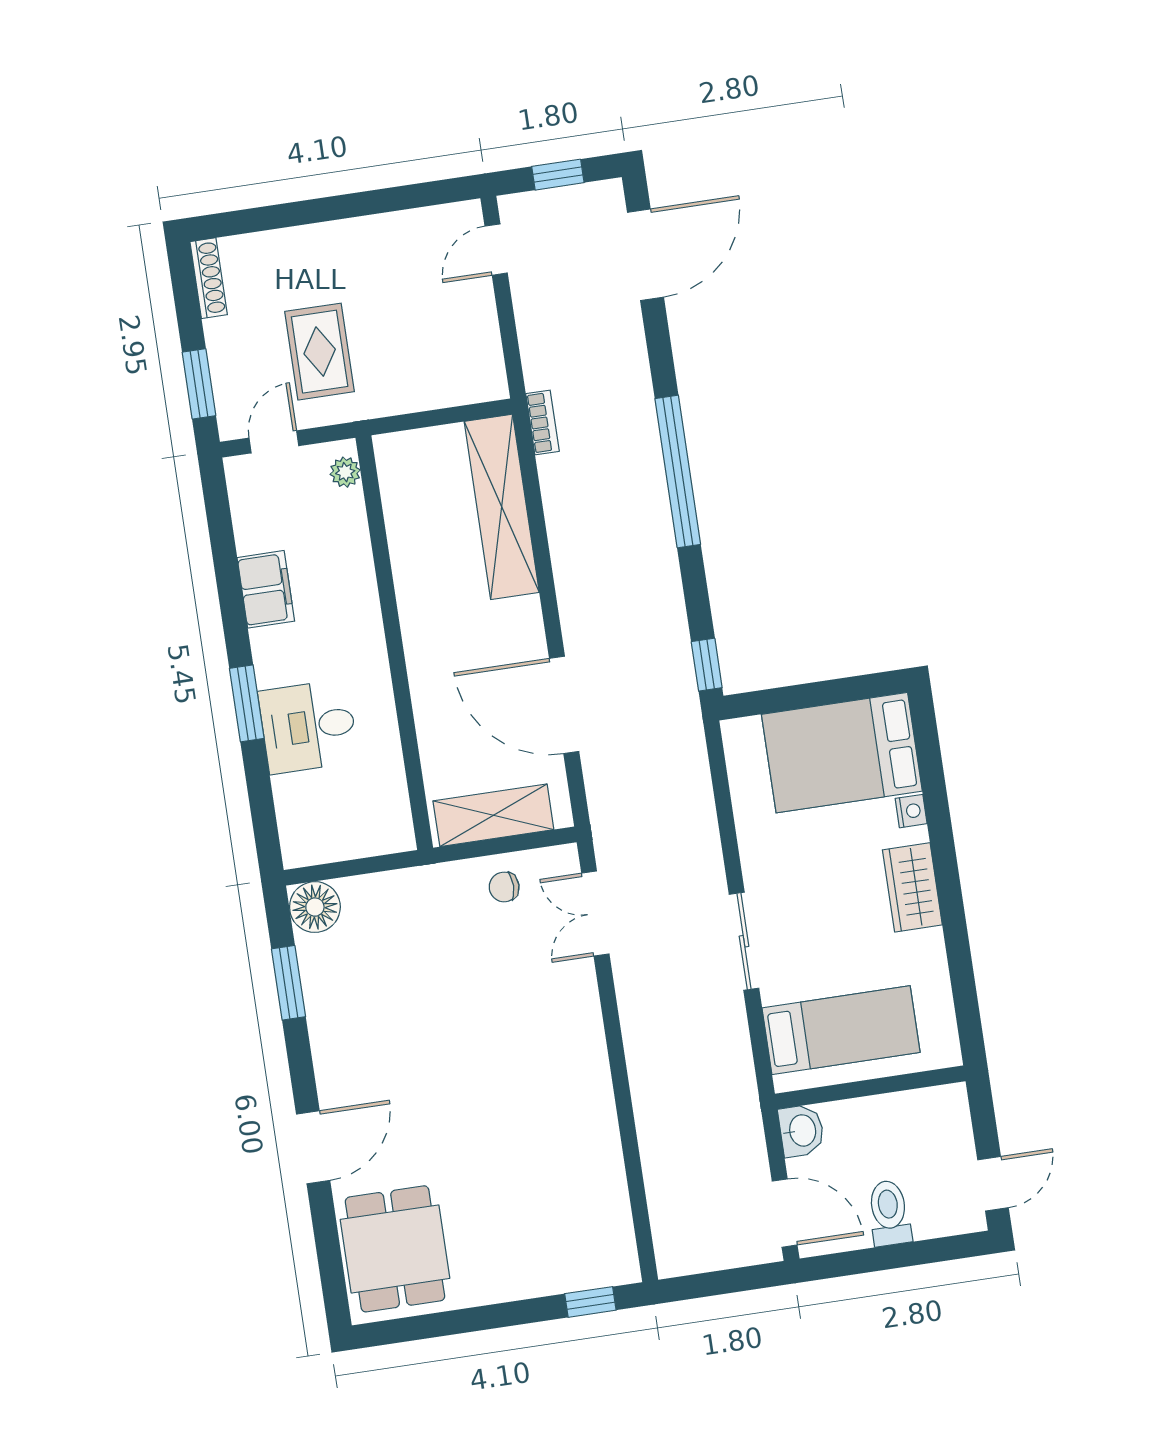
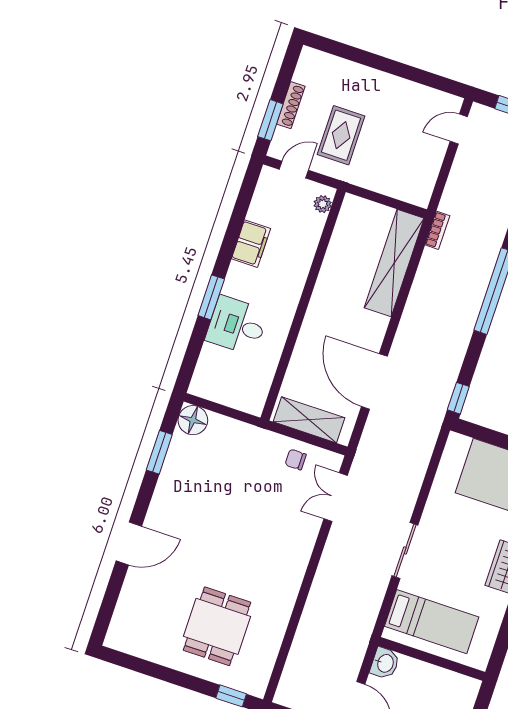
shoe rack: (209, 278) -> (291, 105), moved
dining table: (395, 1249) -> (217, 626), moved

